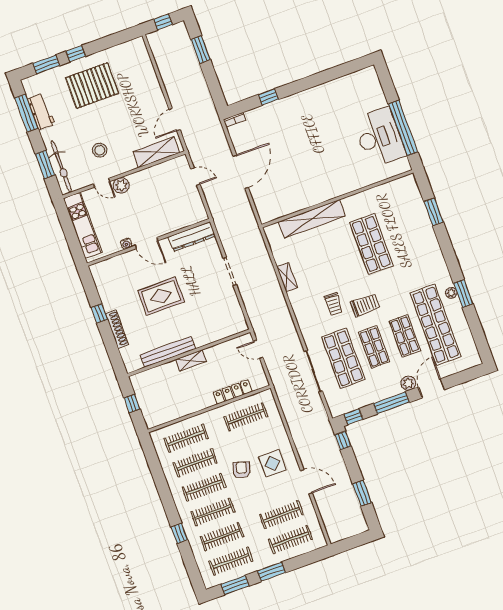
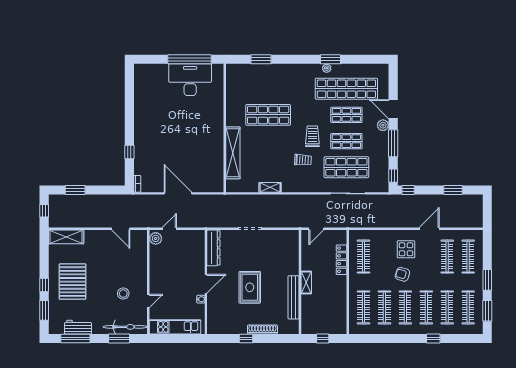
shelving: (156, 152) -> (66, 237), moved, turned 90
plant: (121, 185) -> (156, 238), moved

